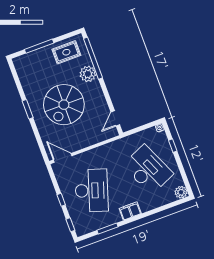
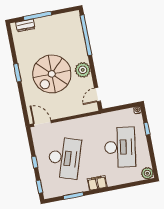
rug: (66, 52) -> (62, 26), removed
dresser: (28, 58) -> (25, 25), added
plant: (88, 74) -> (83, 70), moved
desk: (148, 170) -> (120, 147), turned 33

